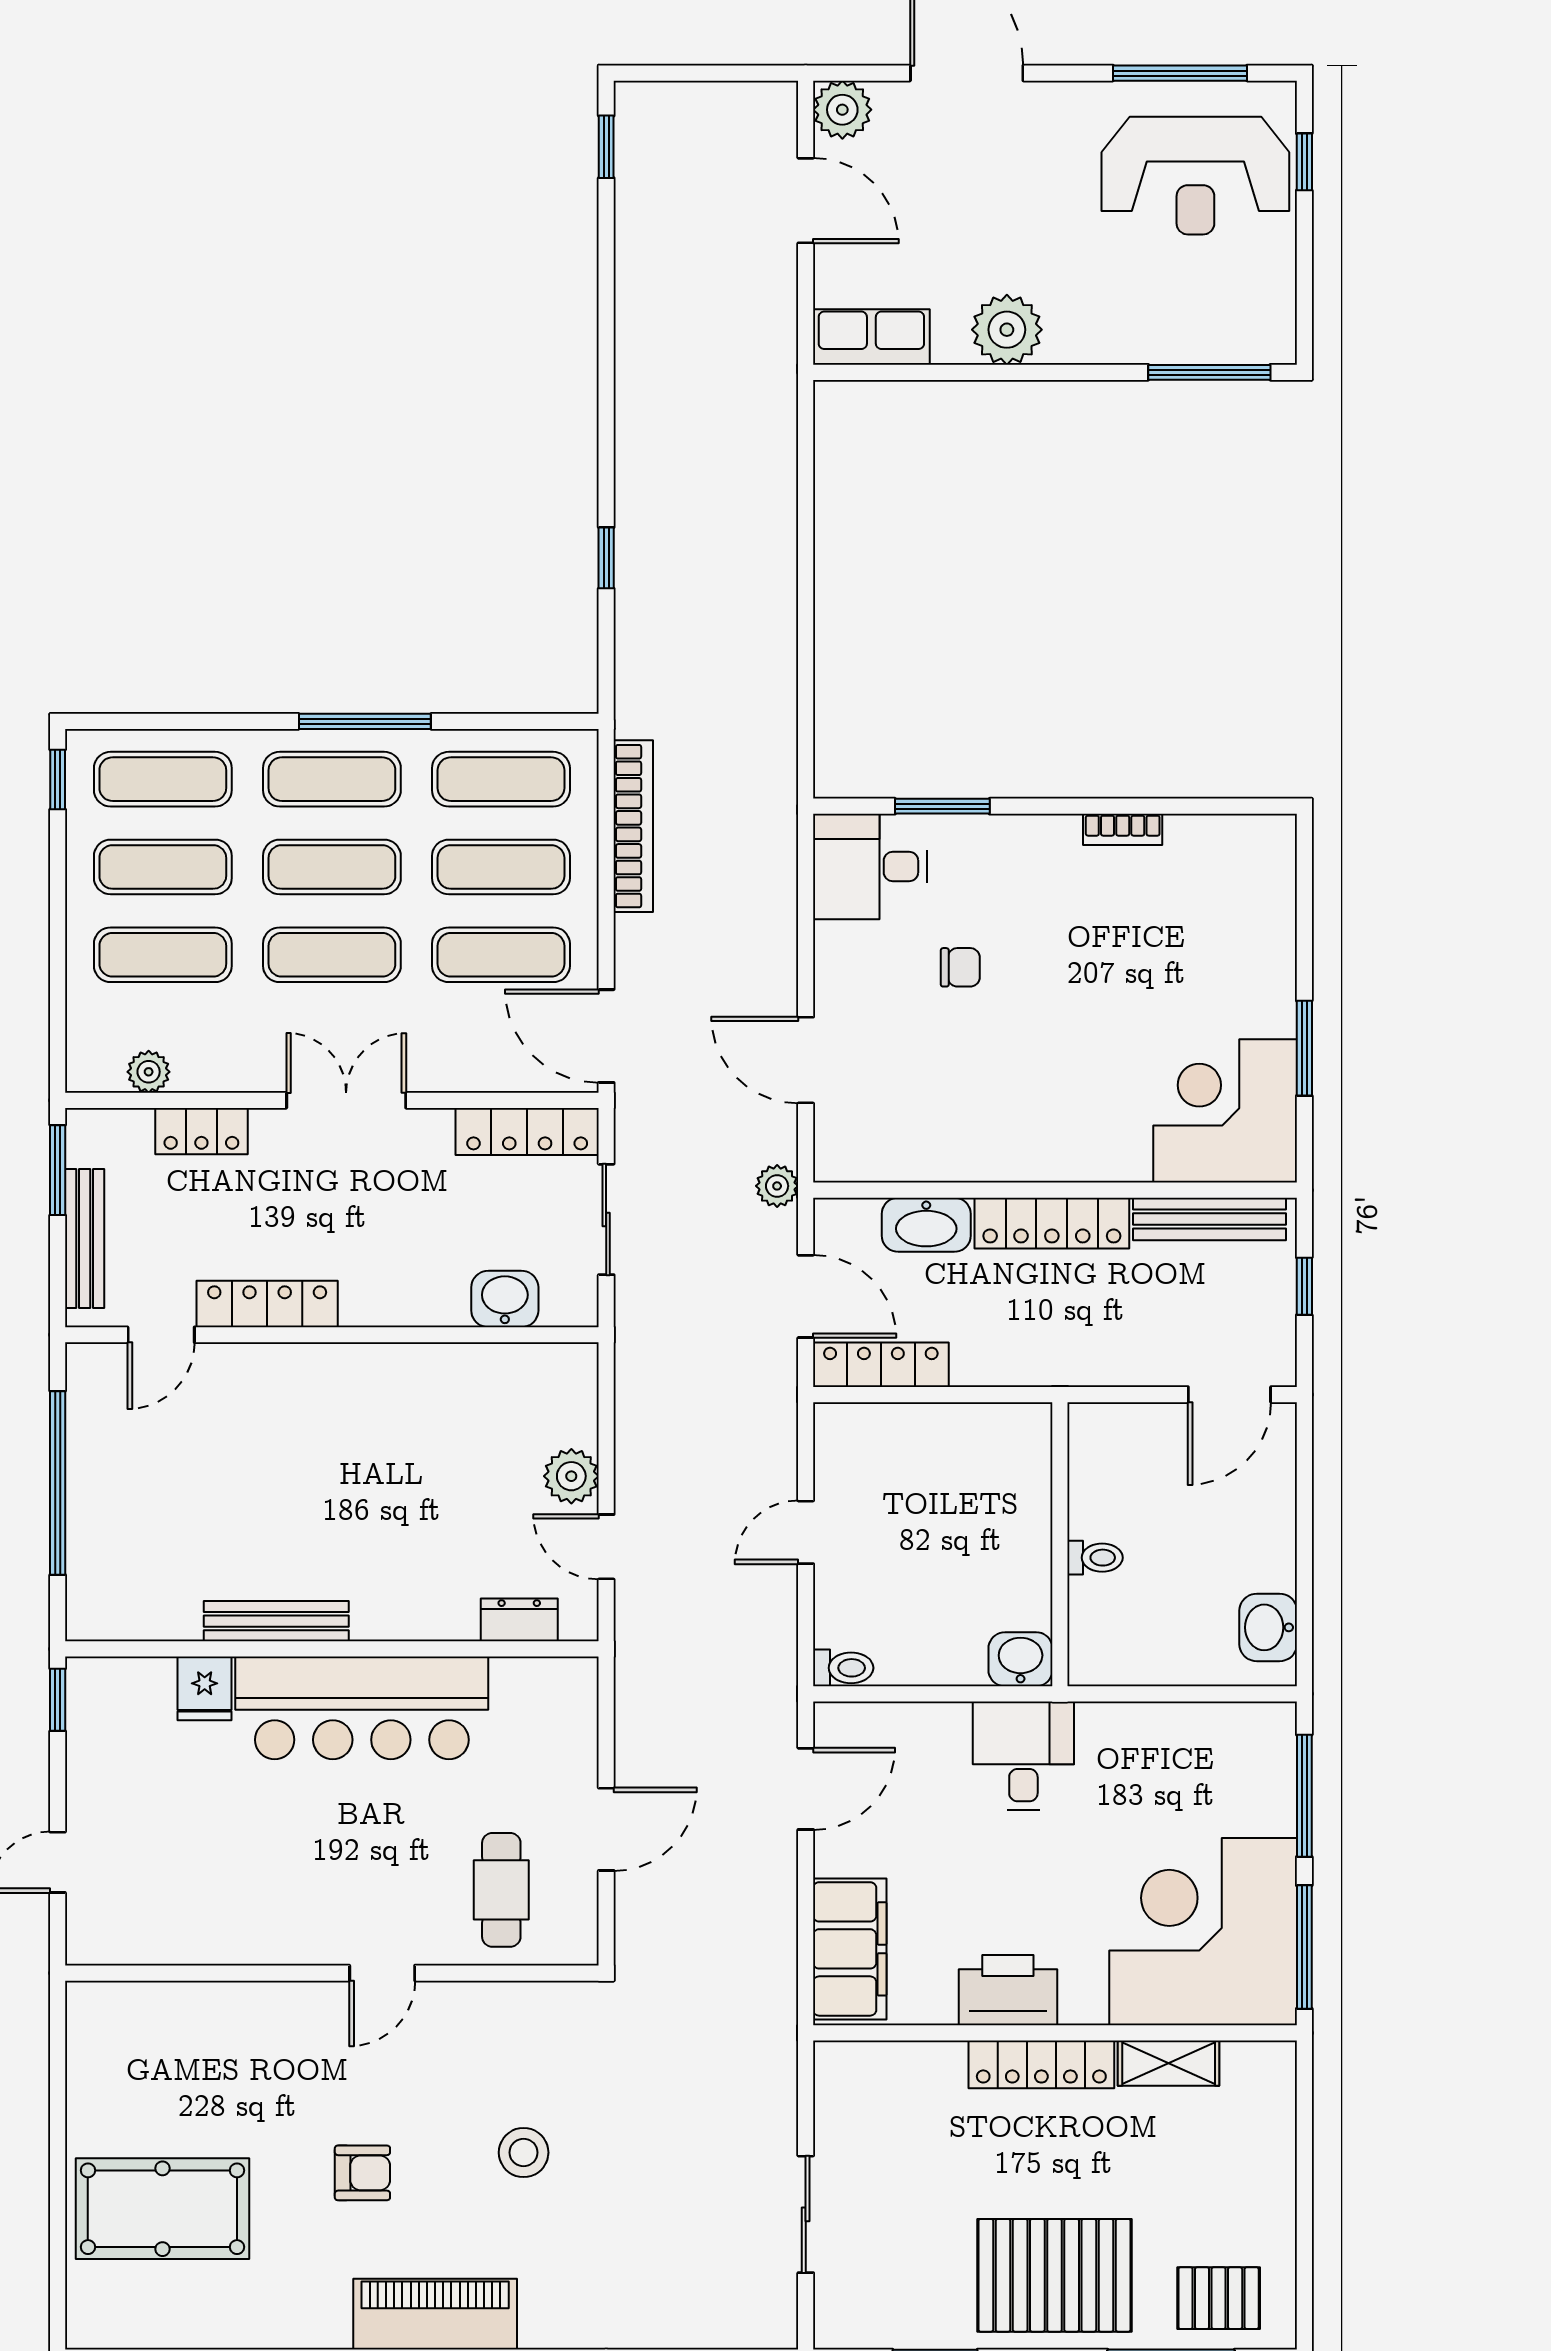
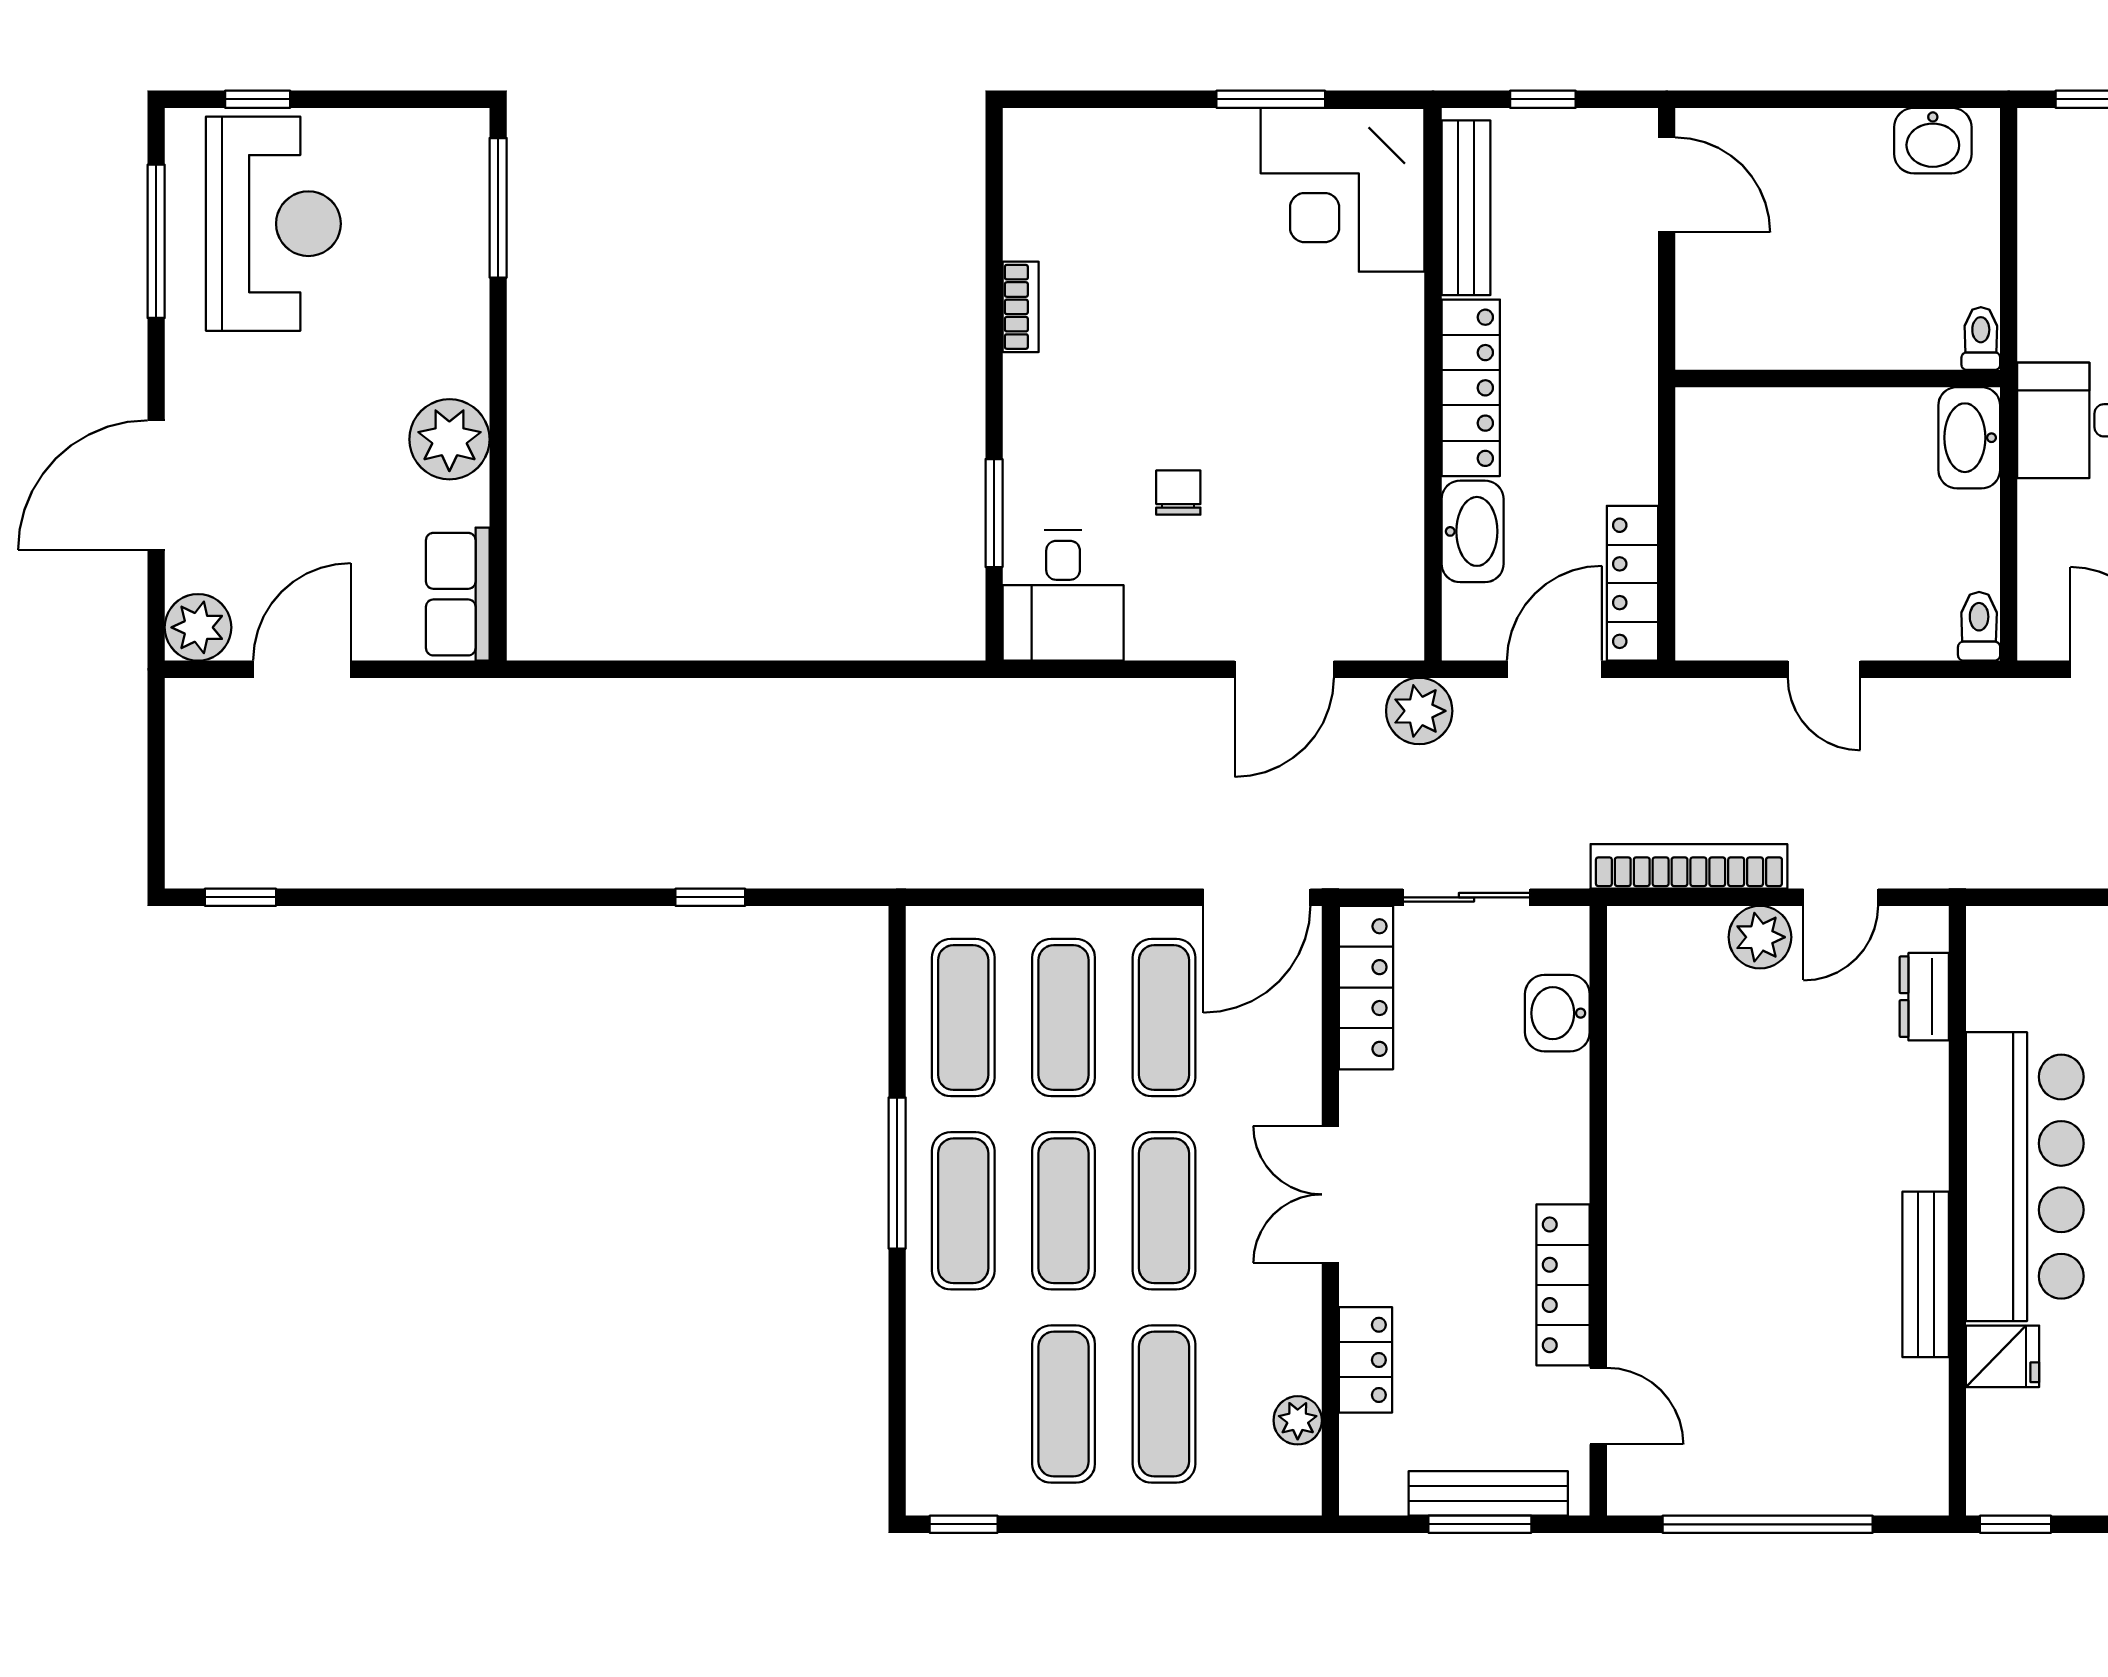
exercise mat: (163, 779) -> (963, 1404), removed
bookcase: (633, 826) -> (1689, 866), moved
window: (58, 1170) -> (1480, 1524), moved
plant: (777, 1186) -> (1419, 711), width x1.38, depth x1.38
toilet: (1095, 1558) -> (1981, 339), moved
washbasin: (1021, 1659) -> (1969, 438), width x1.38

